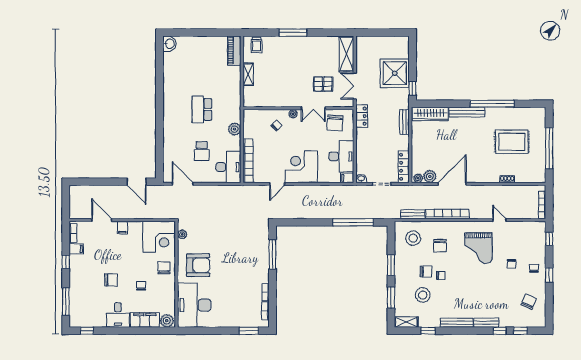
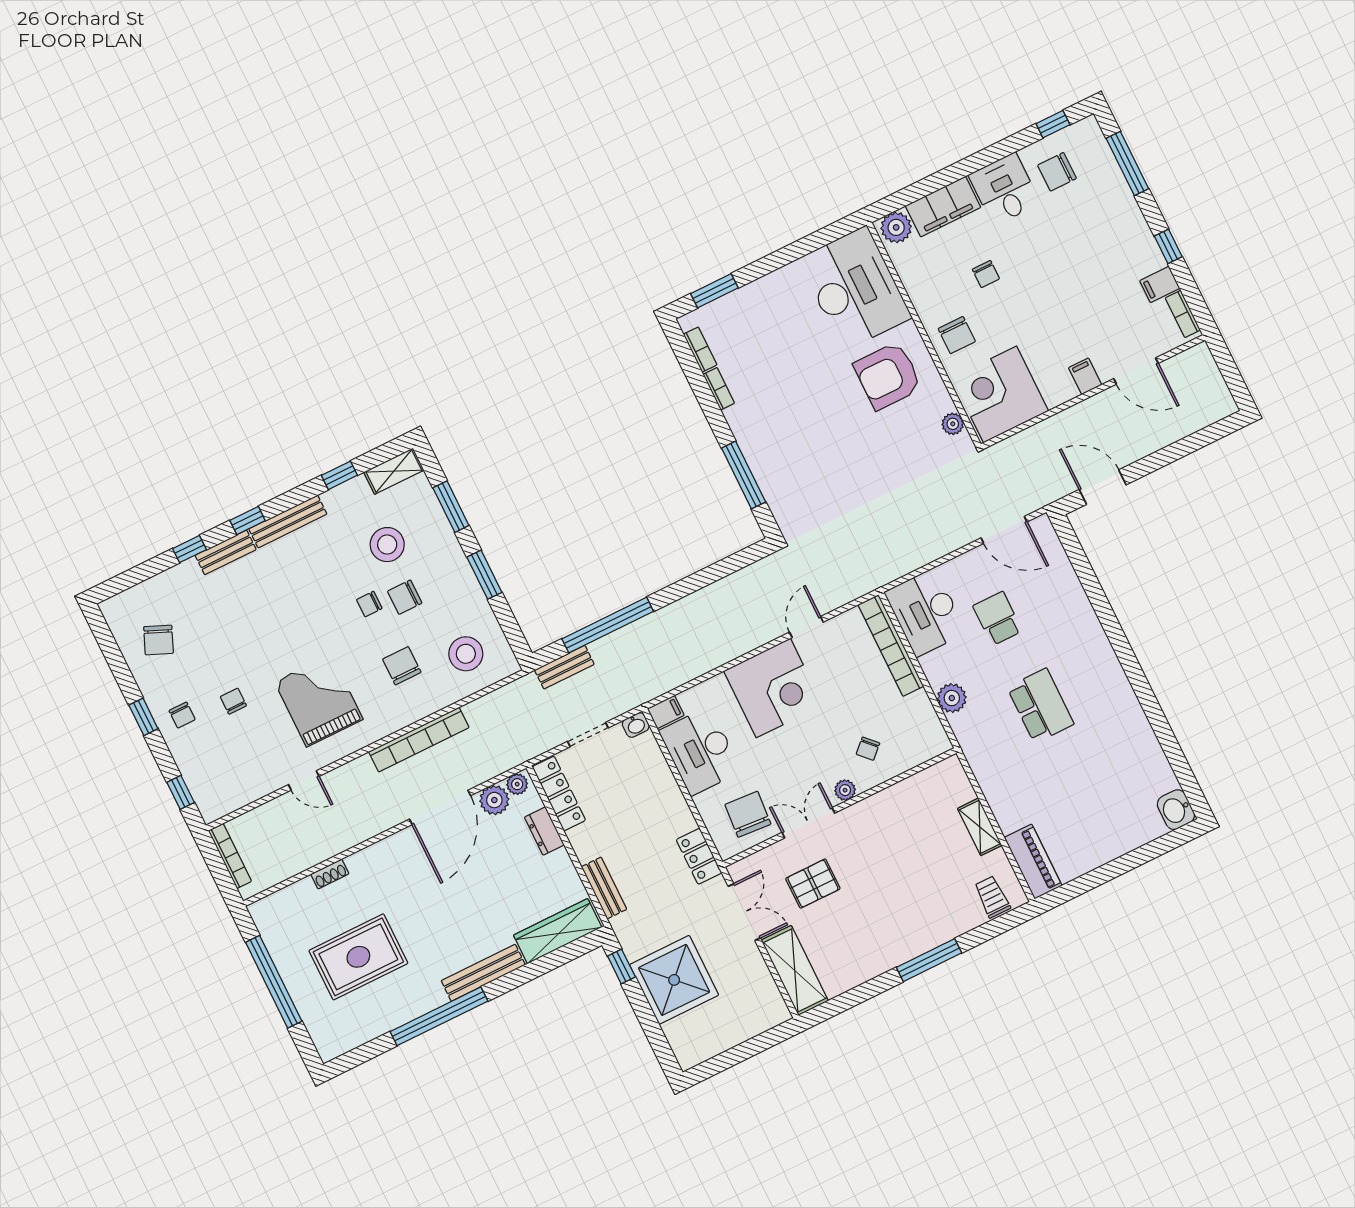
dresser: (416, 155) -> (544, 831), added
bench: (413, 214) -> (564, 667), moved
chair: (111, 280) -> (1057, 172), moved
window: (520, 331) -> (248, 521), moved

